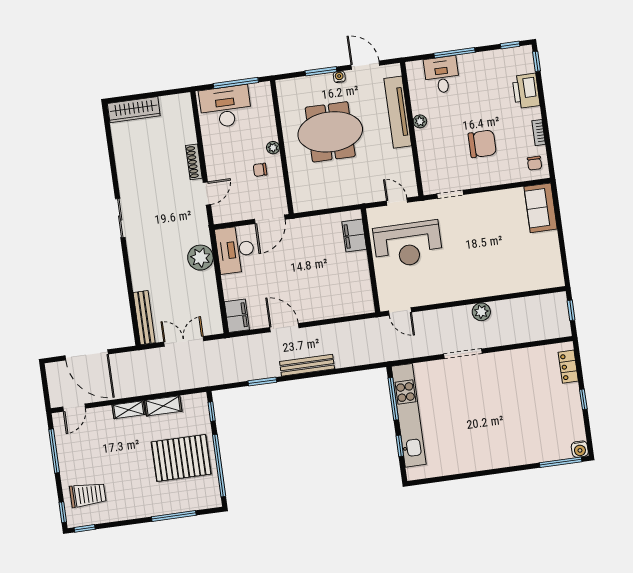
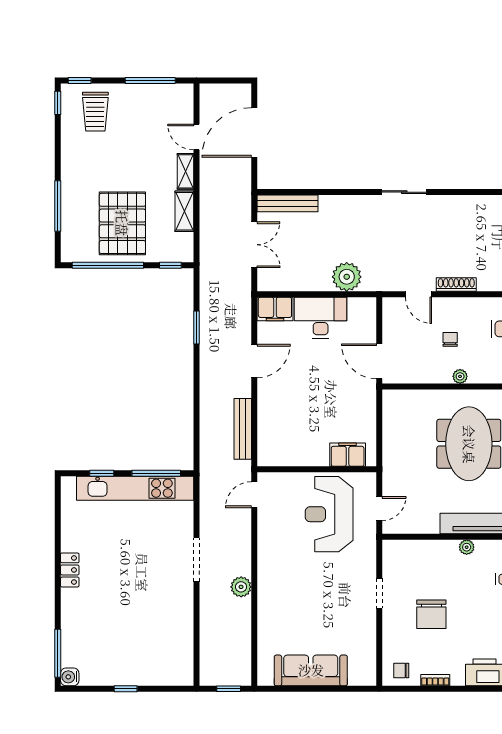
chair: (260, 170) -> (450, 339), moved
doorway: (450, 194) -> (379, 593), moved
sofa: (541, 208) -> (311, 670), moved, width x1.36
desk: (235, 250) -> (321, 318), moved
bench: (307, 365) -> (243, 429), moved
locker: (568, 367) -> (70, 570), moved, turned 90
door: (74, 408) -> (196, 137), moved

